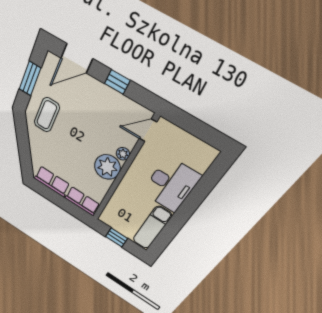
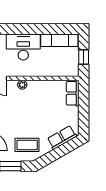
plant: (107, 167) -> (37, 89), removed
row of seats: (52, 181) -> (62, 138), moved, turned 60

